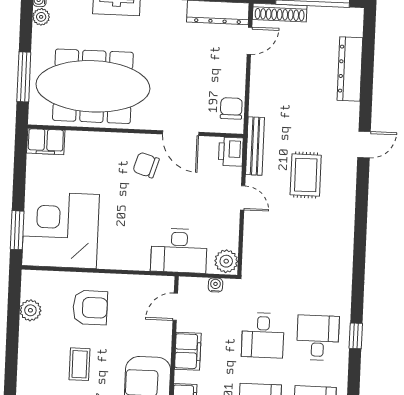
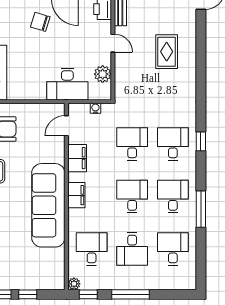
rug: (306, 175) -> (167, 52), moved
plant: (226, 261) -> (103, 74), moved
desk: (263, 335) -> (132, 144), turned 180

